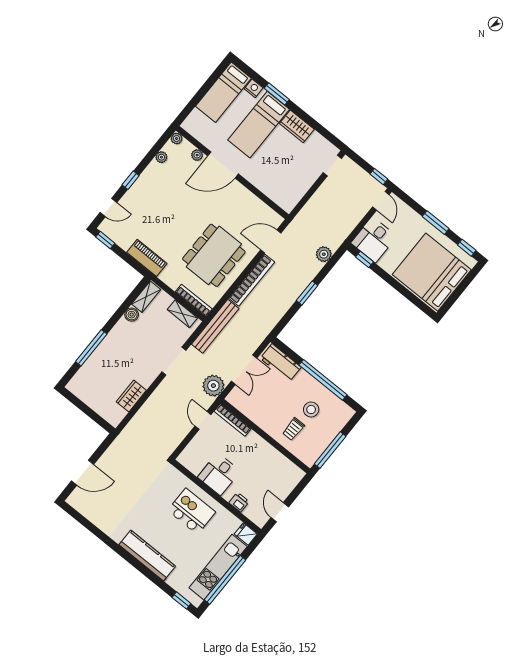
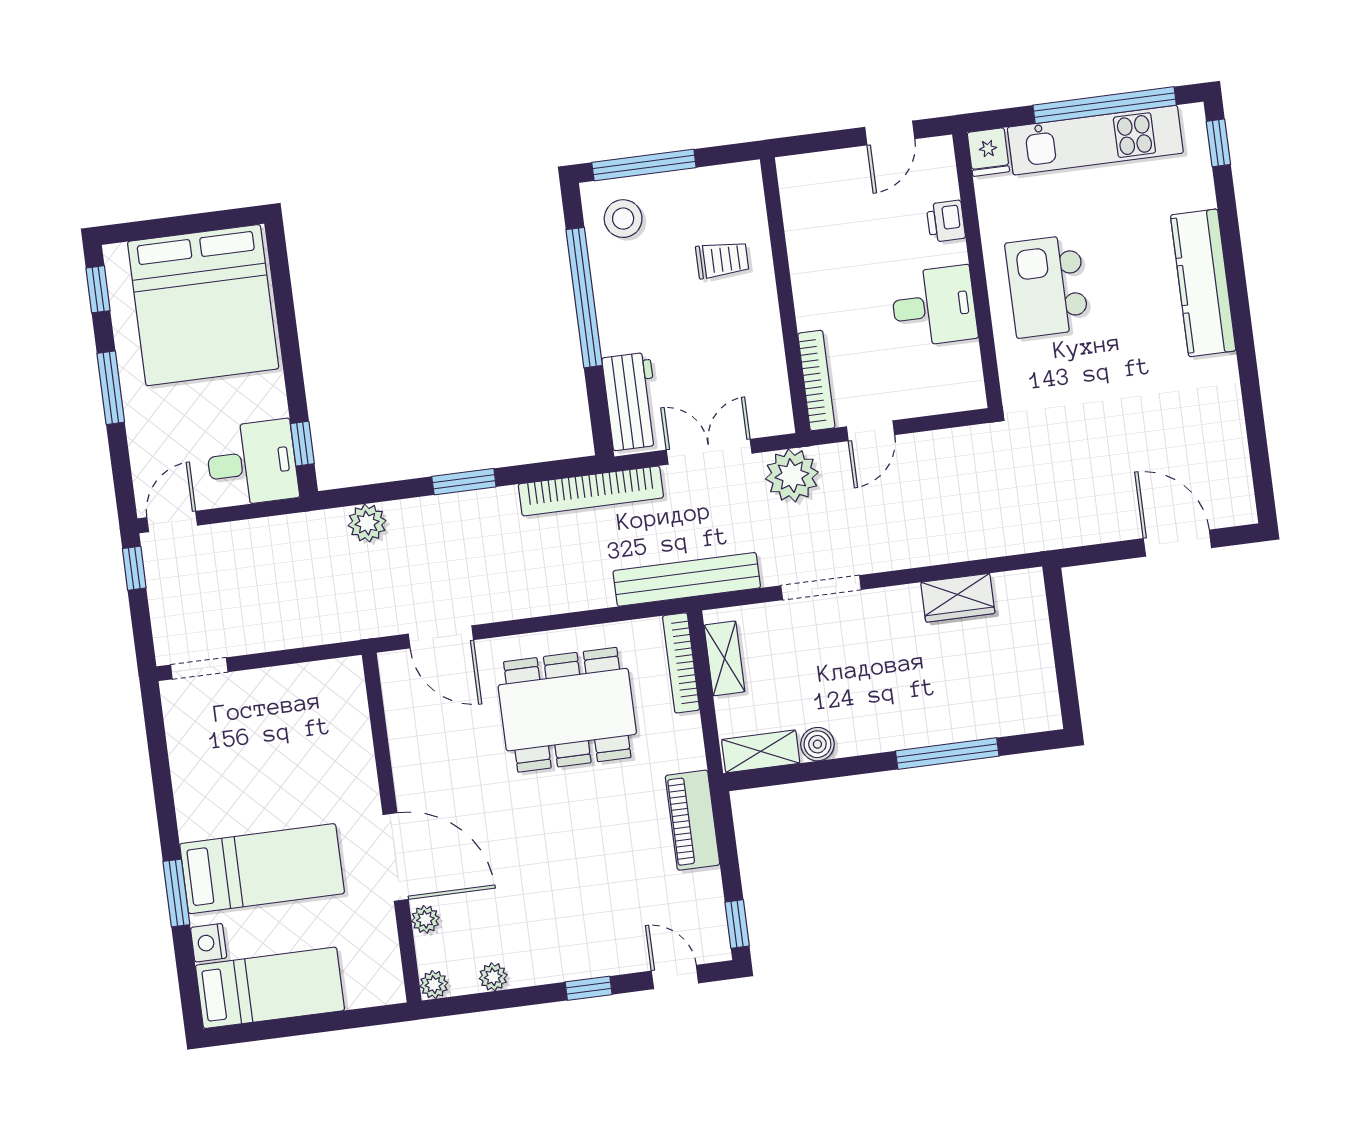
wardrobe: (297, 126) -> (196, 800), removed
bookcase: (252, 280) -> (591, 491), moved, turned 180
stool: (311, 409) -> (623, 219), moved
window: (330, 450) -> (644, 165), moved

